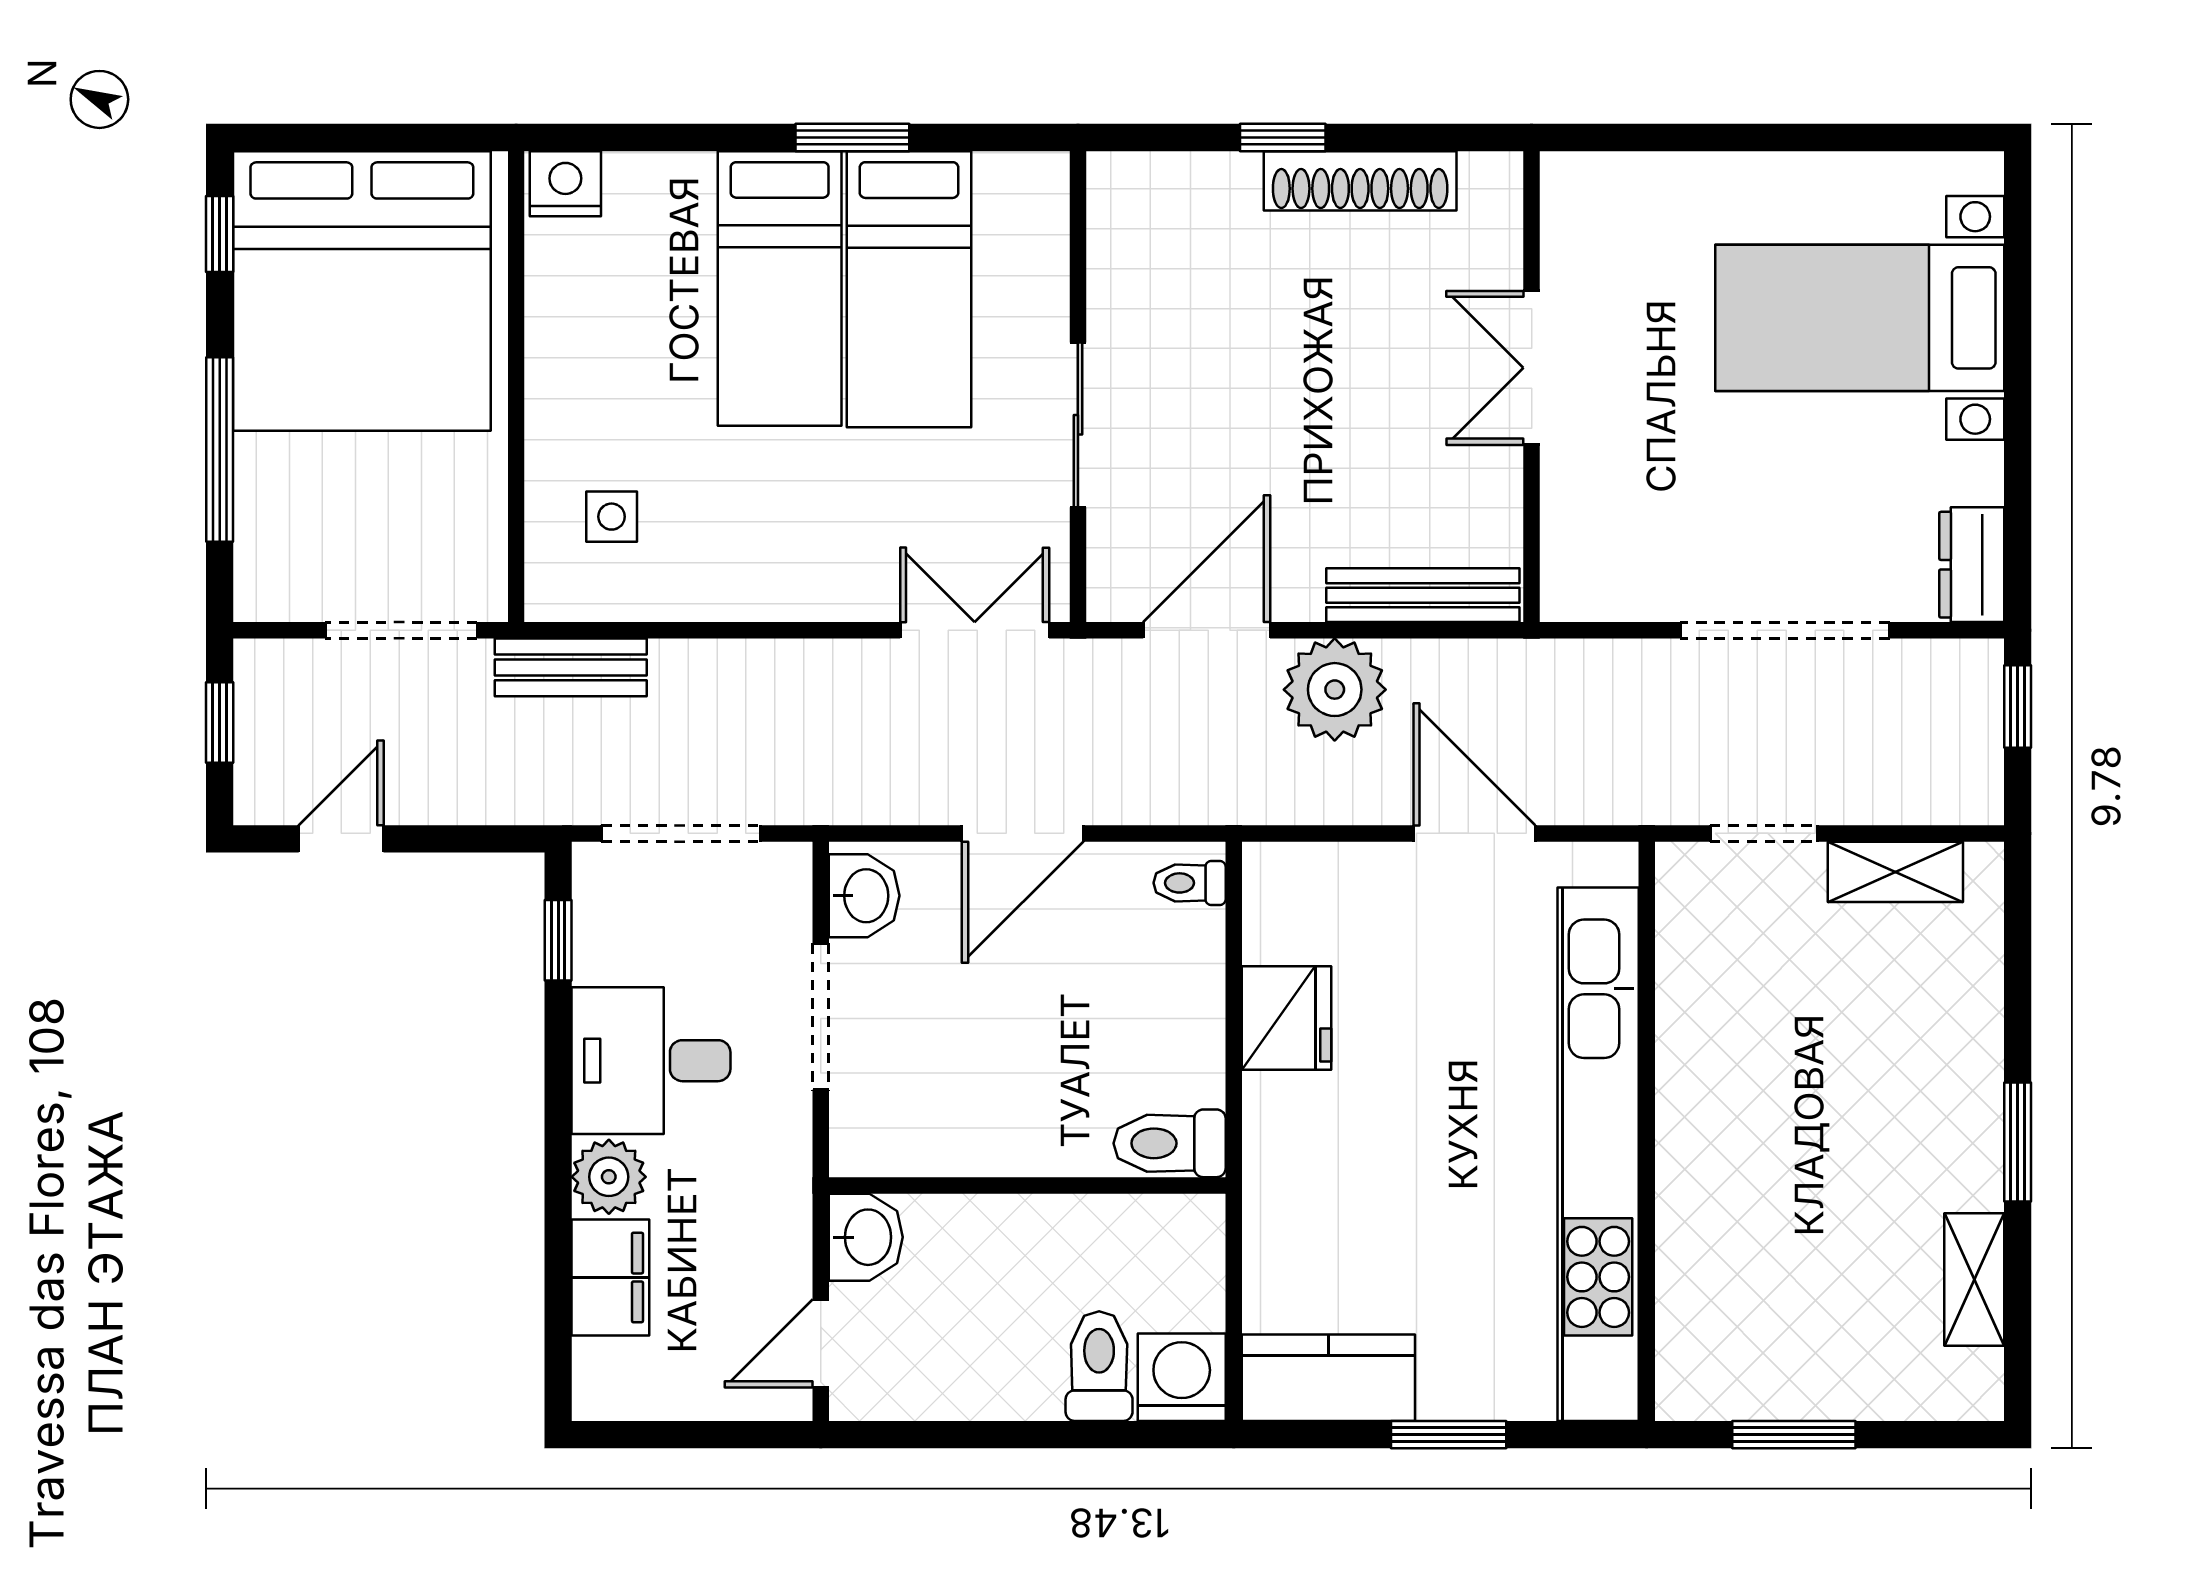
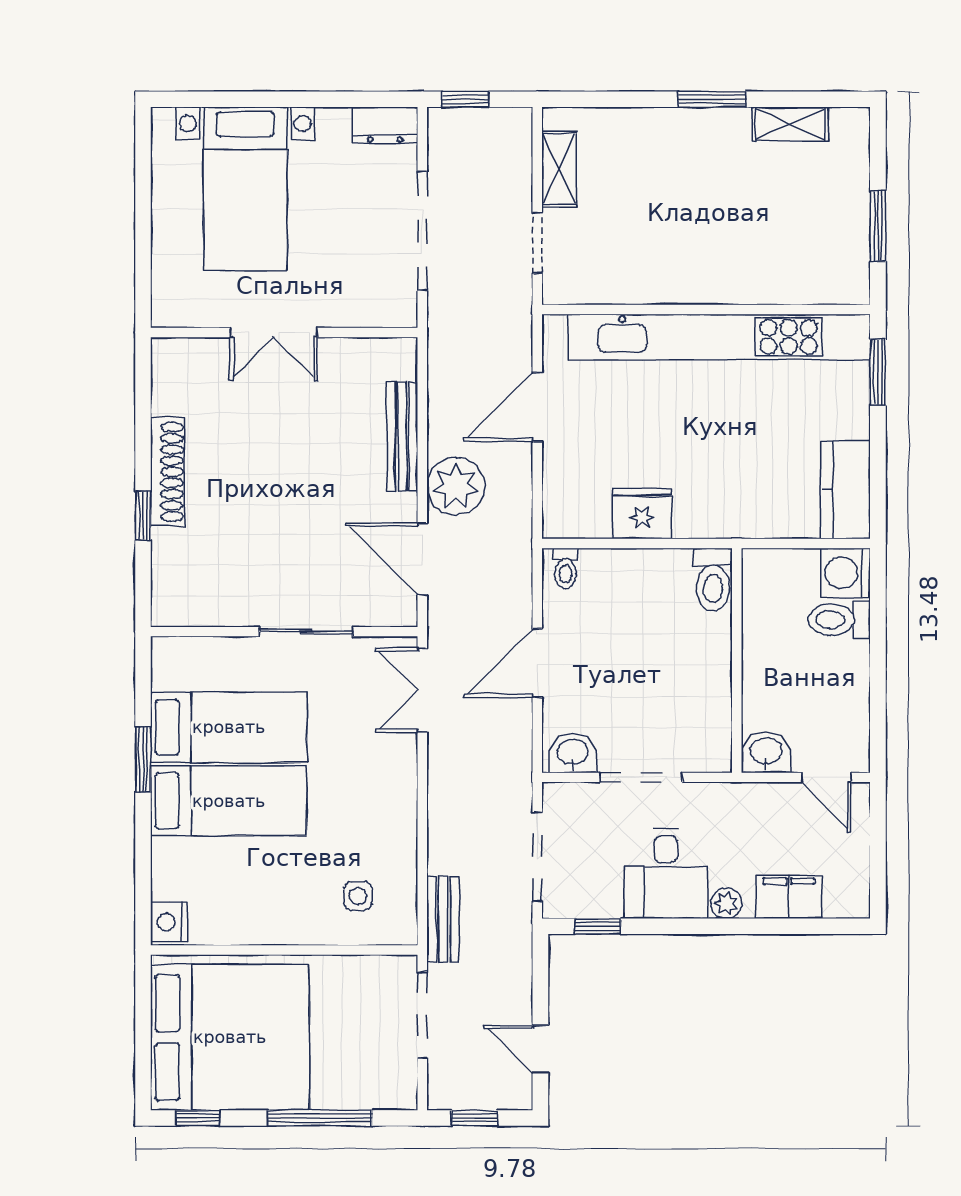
double door: (1532, 368) -> (274, 332), moved
wall: (1532, 387) -> (284, 332), moved
door: (1023, 833) -> (537, 663), swing flipped
plant: (609, 1177) -> (726, 903), width x0.73, depth x0.73
window: (1449, 1435) -> (878, 372), moved

